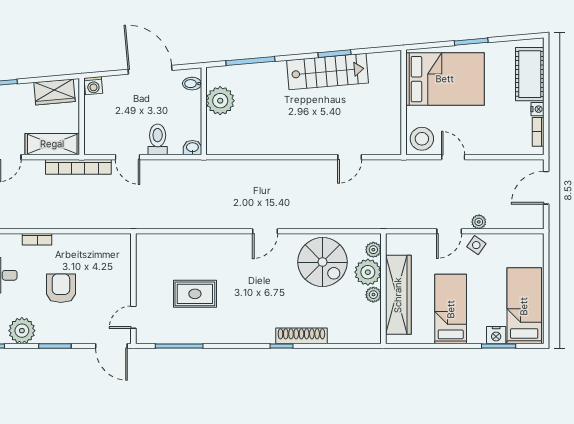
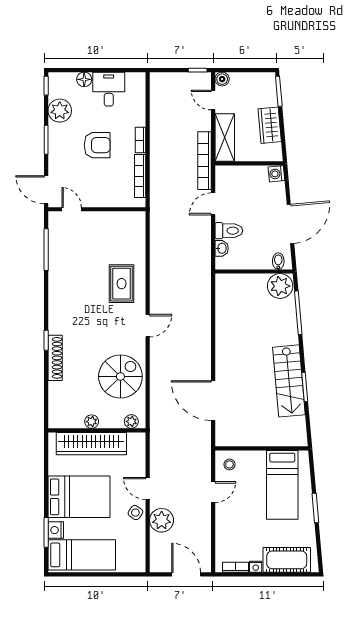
bed: (445, 79) -> (282, 485), width x0.67
wardrobe: (54, 92) -> (270, 125), moved
plant: (220, 101) -> (280, 286), moved
stool: (422, 139) -> (229, 464), width x0.53, depth x0.53
washbasin: (192, 148) -> (222, 248), moved
door: (350, 157) -> (213, 401), width x1.88
plant: (479, 222) -> (162, 520), width x1.88, depth x1.88
door: (265, 231) -> (148, 326), swing flipped
bookcase: (37, 239) -> (141, 140), moved
bookcase: (96, 240) -> (140, 176), added
spiral stairs: (322, 262) -> (120, 377), turned 180
plant: (368, 272) -> (111, 417), removed
rug: (195, 294) -> (122, 284), moved
bed: (451, 309) -> (79, 497), width x1.50
door: (111, 346) -> (46, 190), hinge flipped

